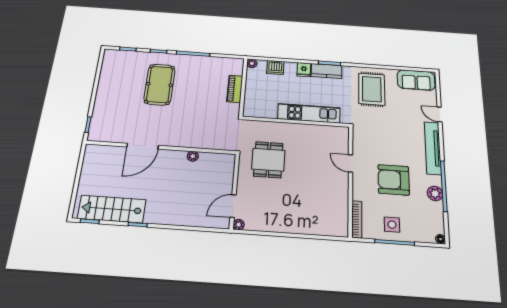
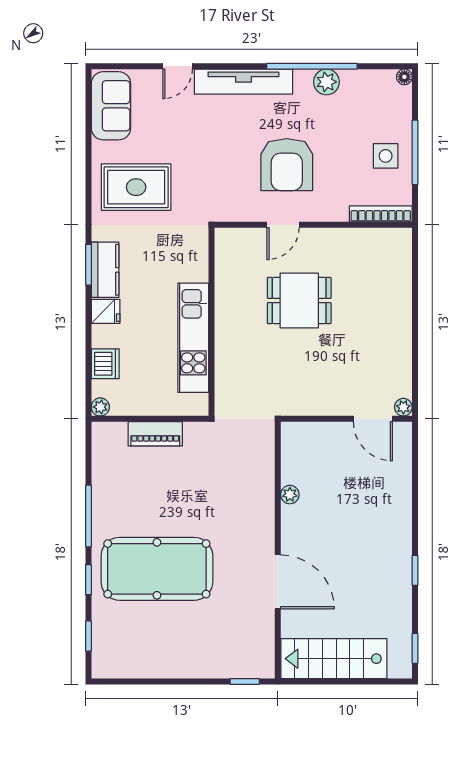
pool table: (160, 85) -> (157, 569), width x1.36, depth x1.32
kitchen unit: (309, 113) -> (193, 338), moved
dining table: (268, 160) -> (299, 300), moved
armchair: (394, 180) -> (287, 165), moved
stairs: (112, 209) -> (334, 659), moved, turned 90

